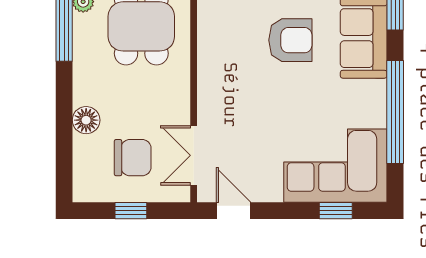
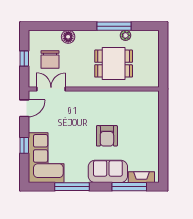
window: (395, 112) -> (72, 187), width x0.68
window: (336, 211) -> (24, 145), moved

